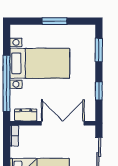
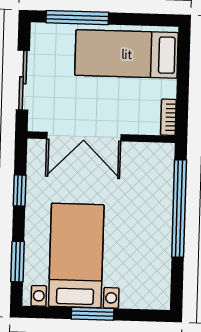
bed with nightstands: (40, 63) -> (76, 256), moved, turned 90
dresser: (26, 115) -> (147, 153), removed

